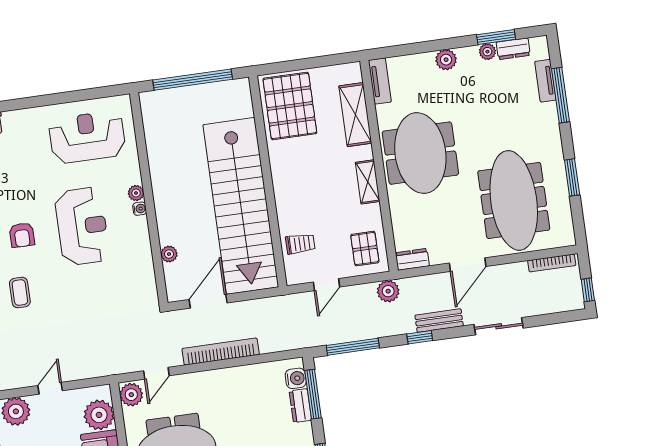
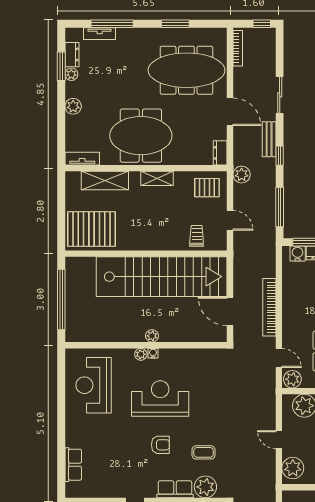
plant: (169, 254) -> (152, 336), moved

